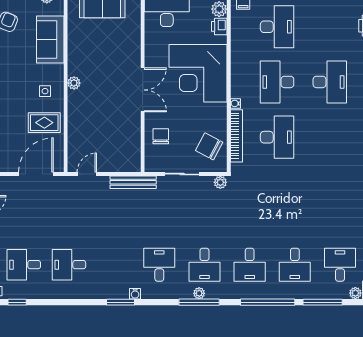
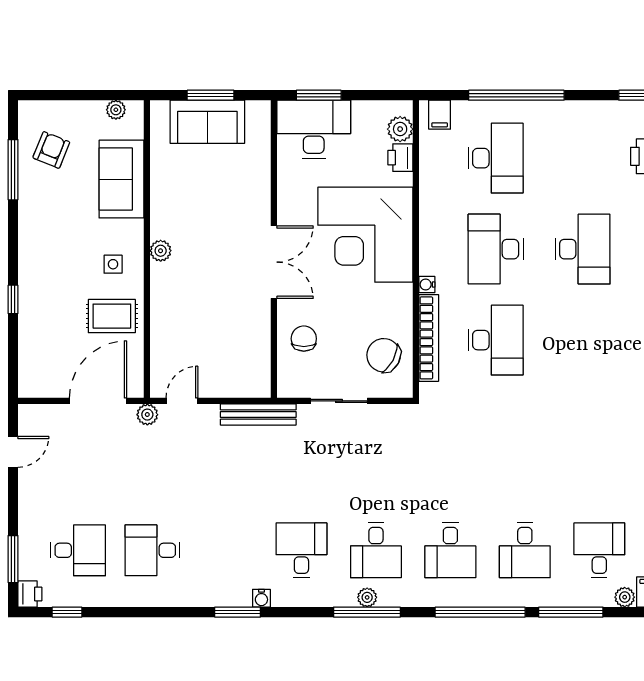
plant: (220, 182) -> (147, 415), moved
desk: (24, 265) -> (78, 550), turned 180

